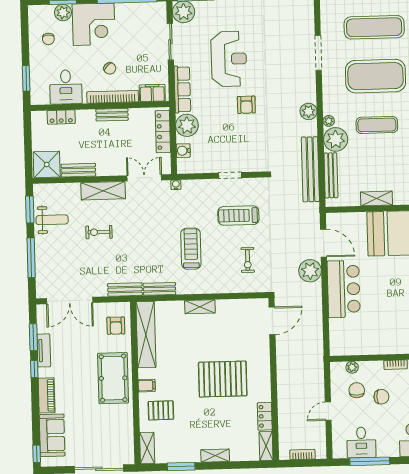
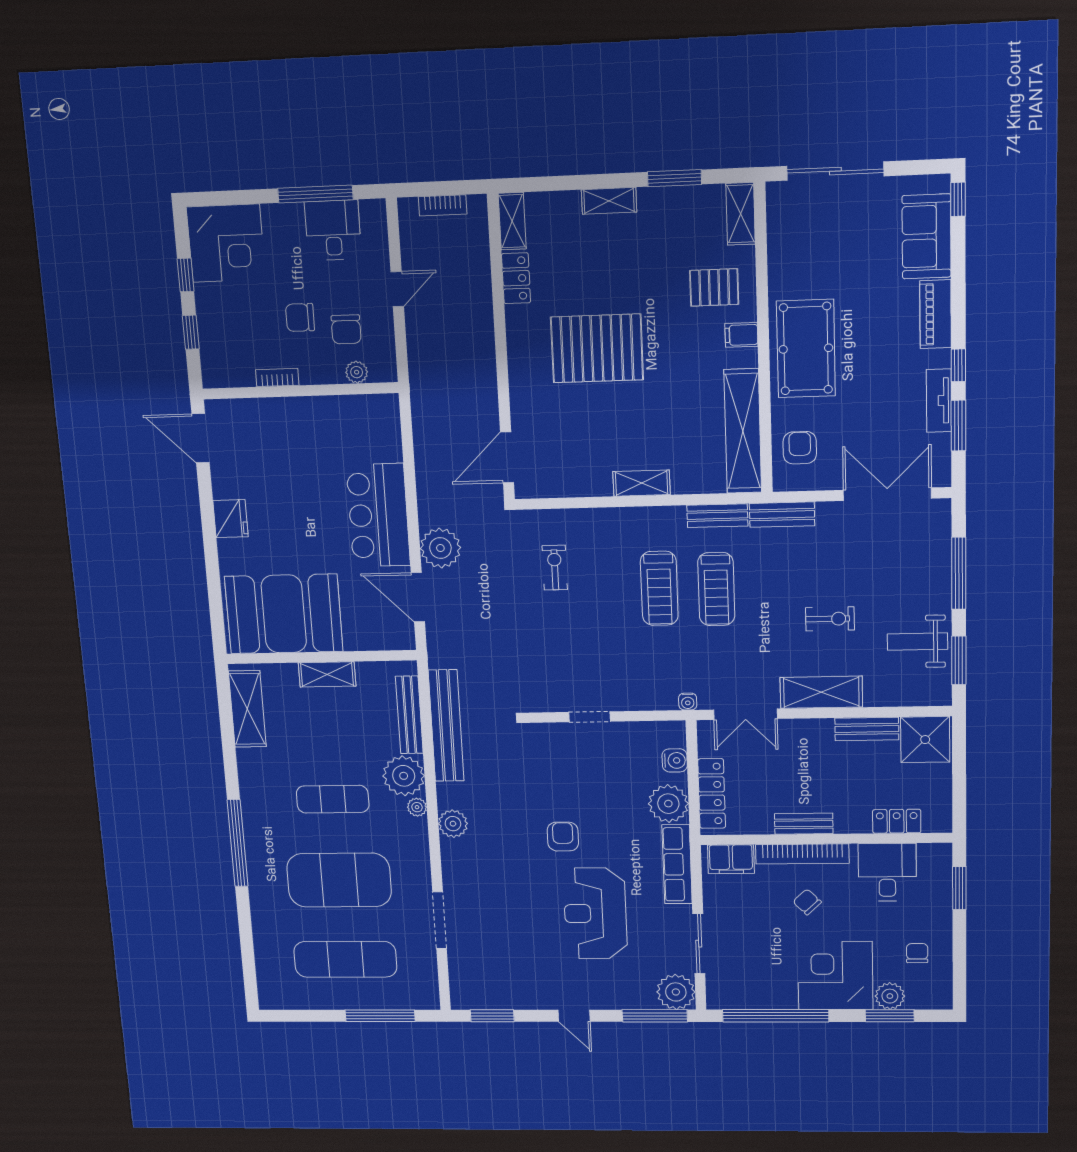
treadmill: (238, 216) -> (716, 589), moved, turned 90

